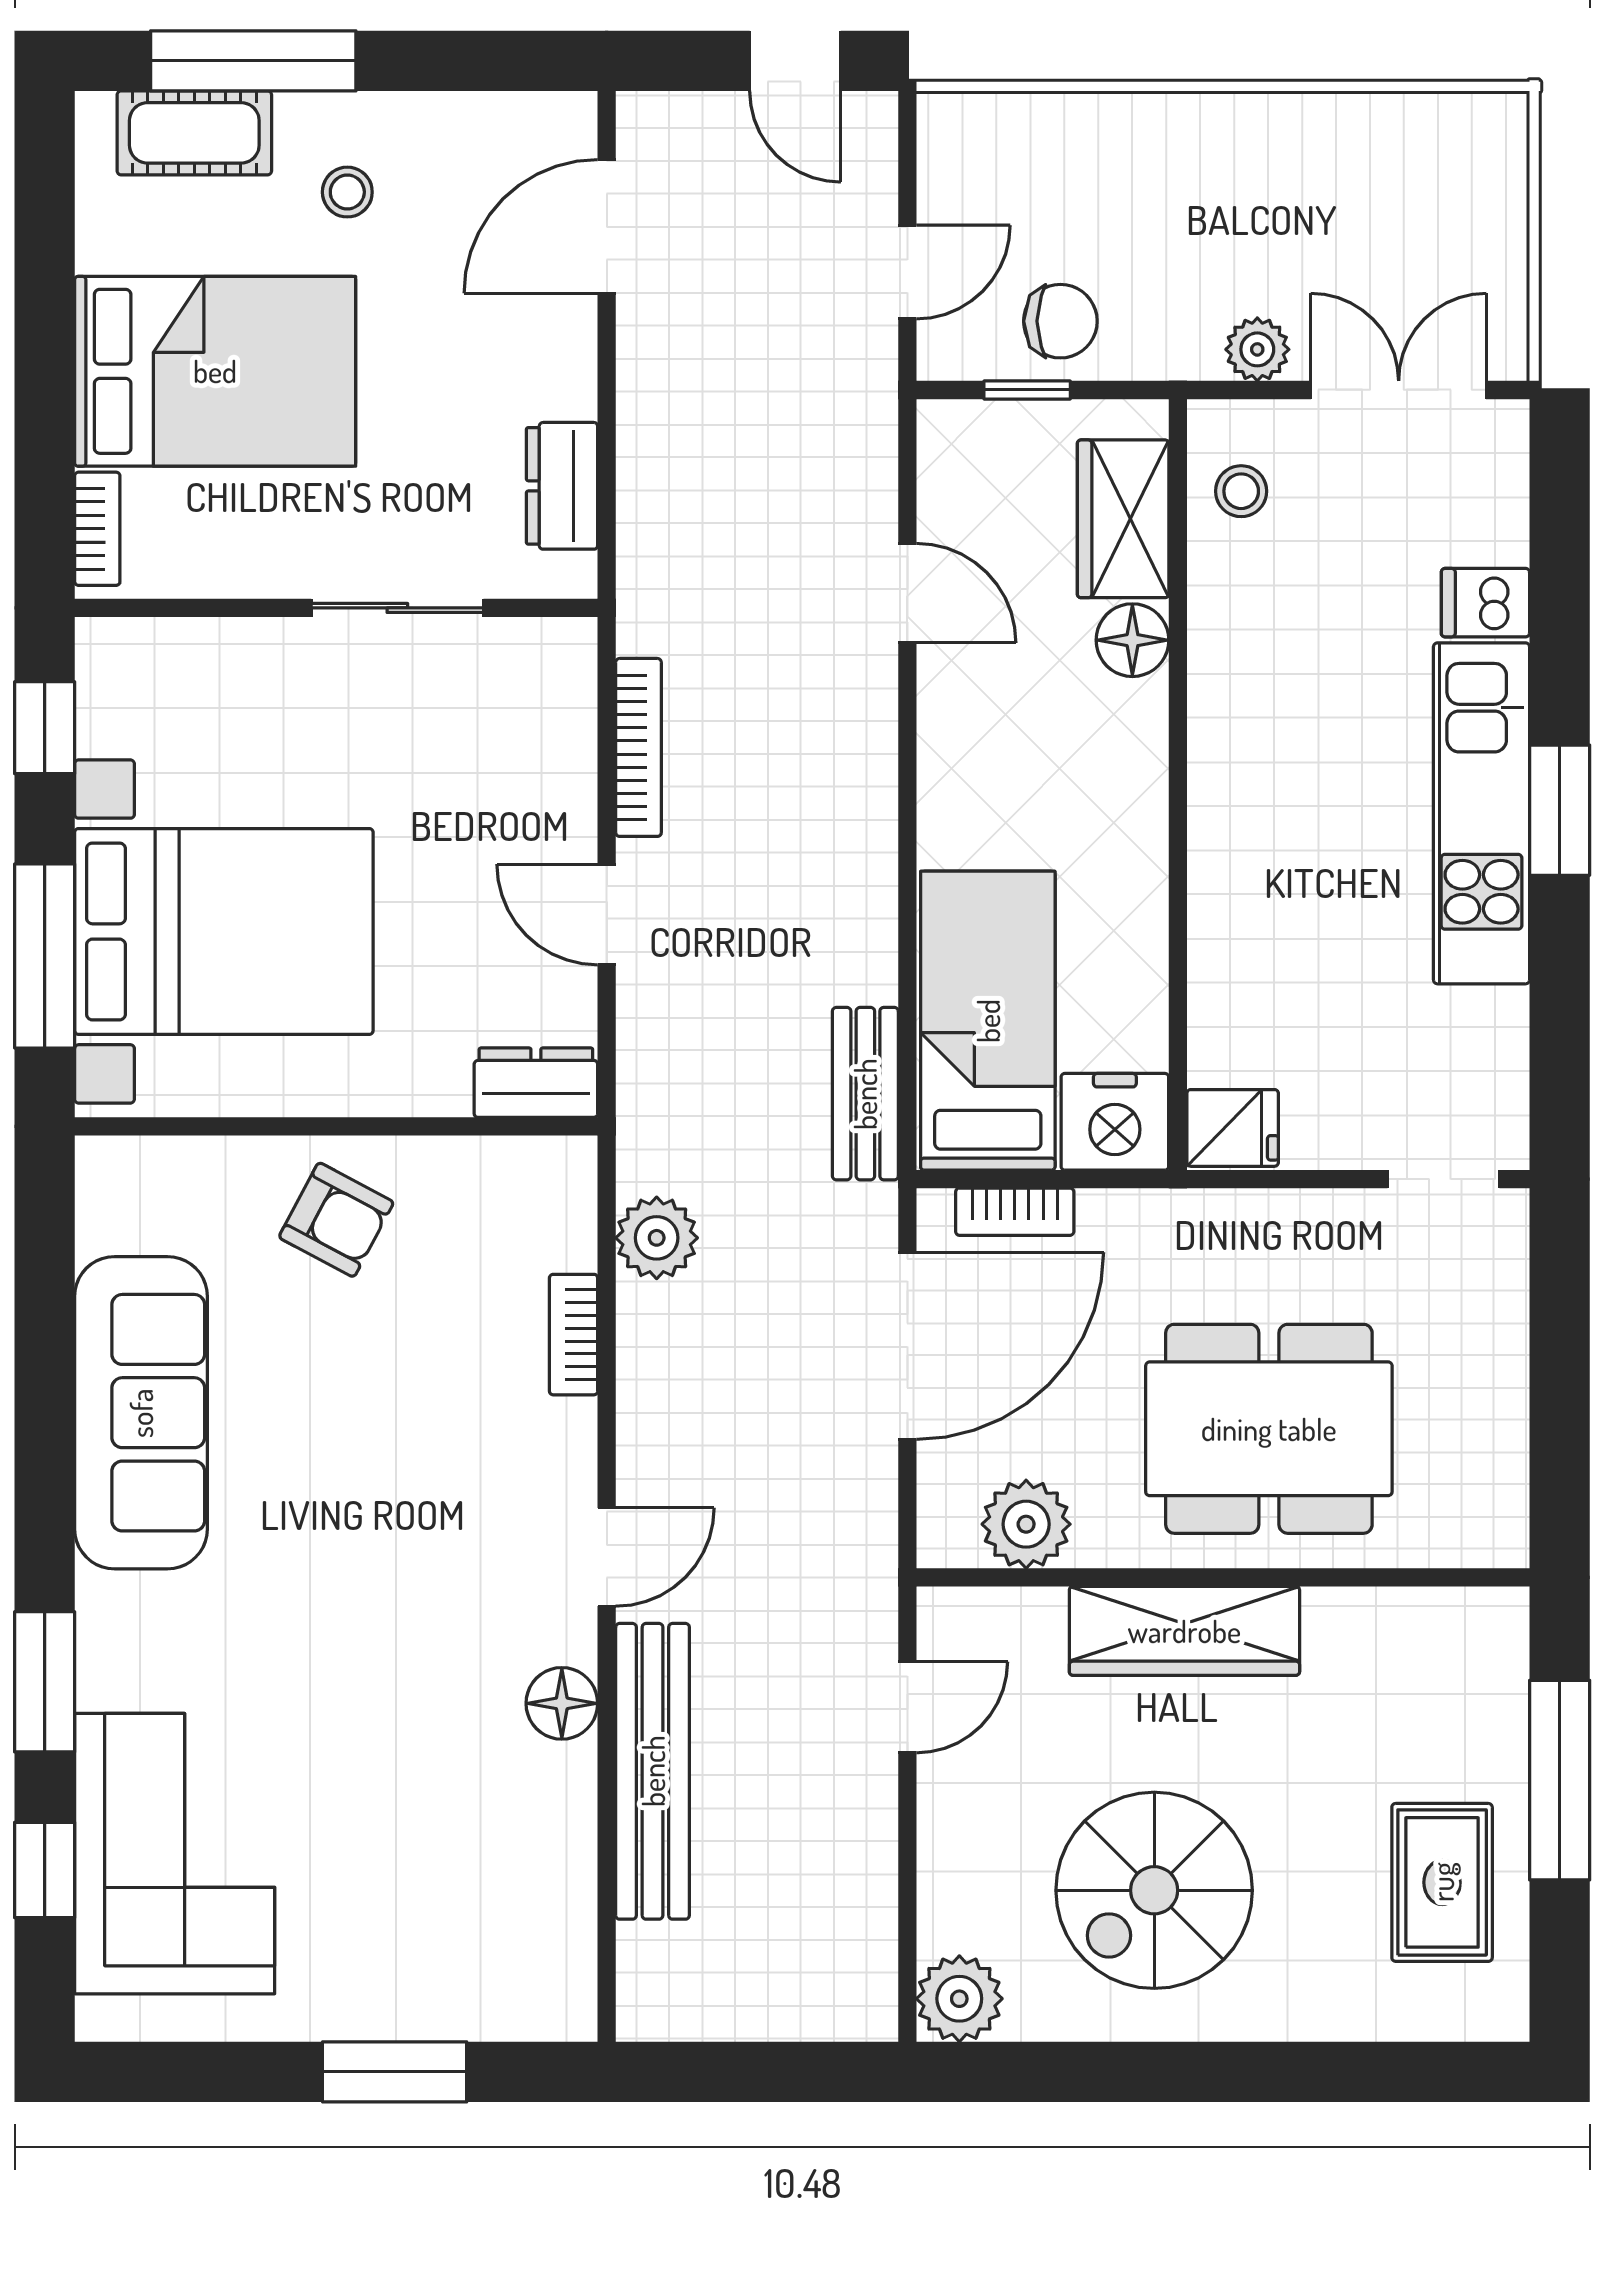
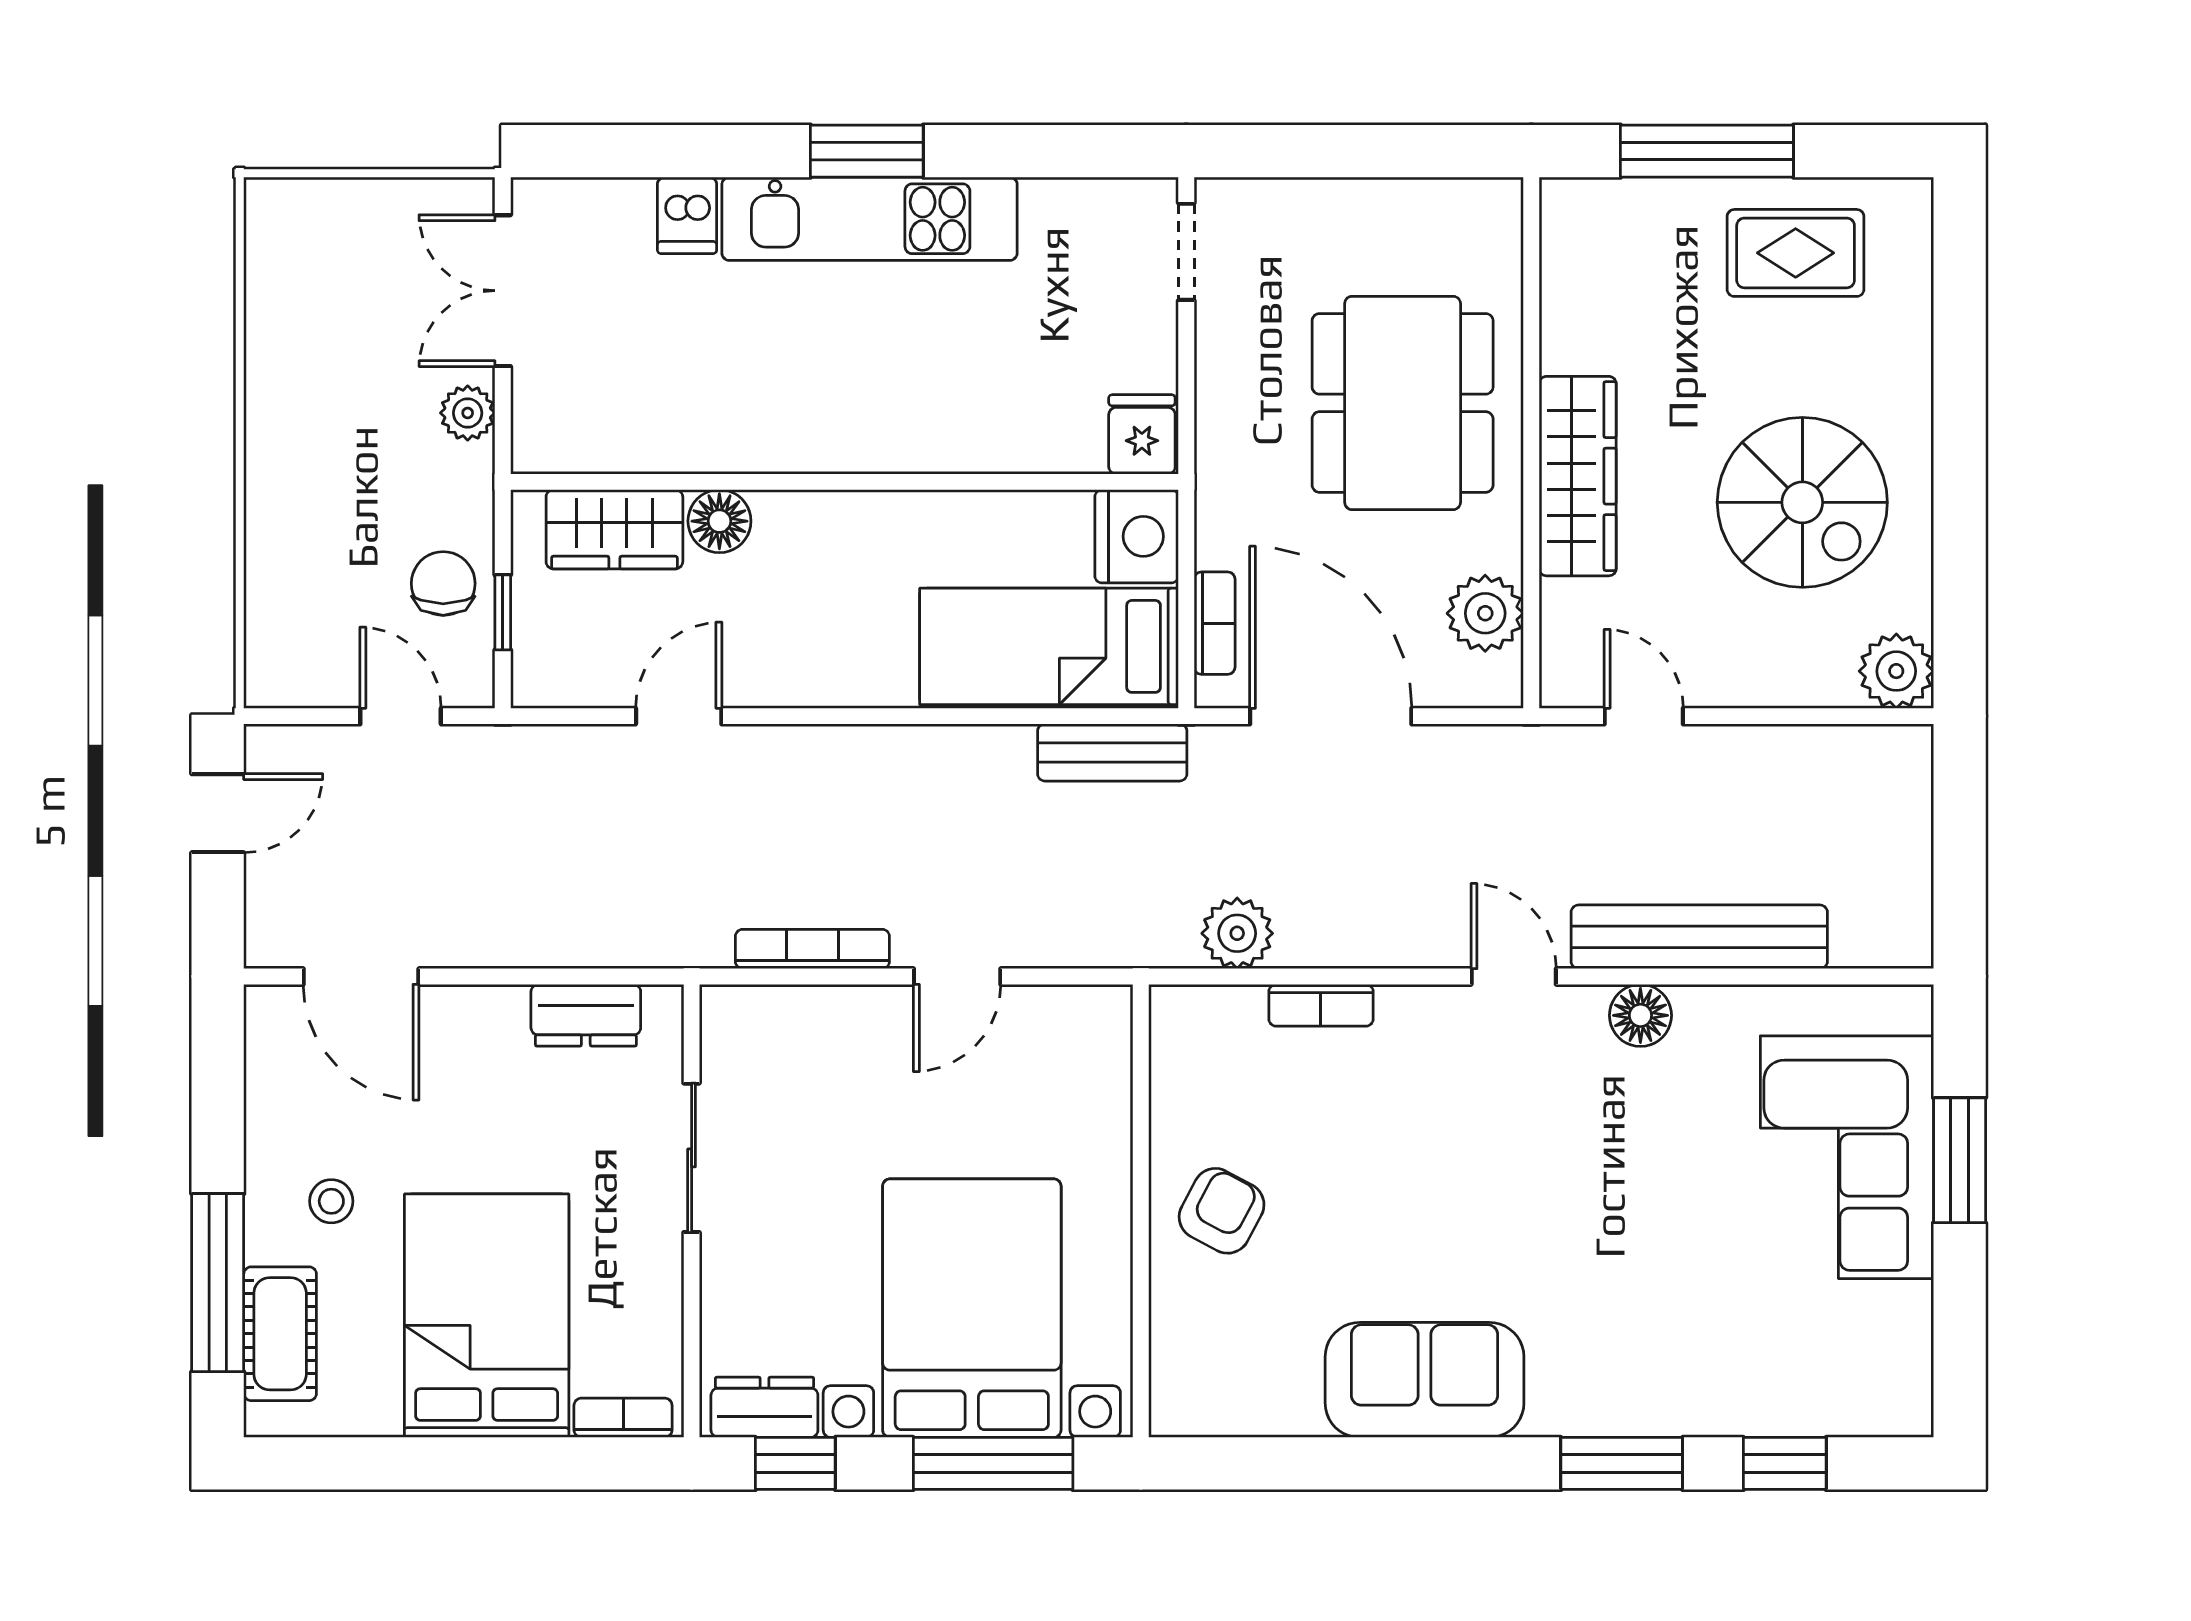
stool: (1241, 491) -> (590, 427), removed
dresser: (536, 1083) -> (764, 1407), moved, turned 90
sofa: (141, 1413) -> (1425, 1380), width x0.73
corner sofa: (175, 1854) -> (1847, 1157), moved, turned -90

